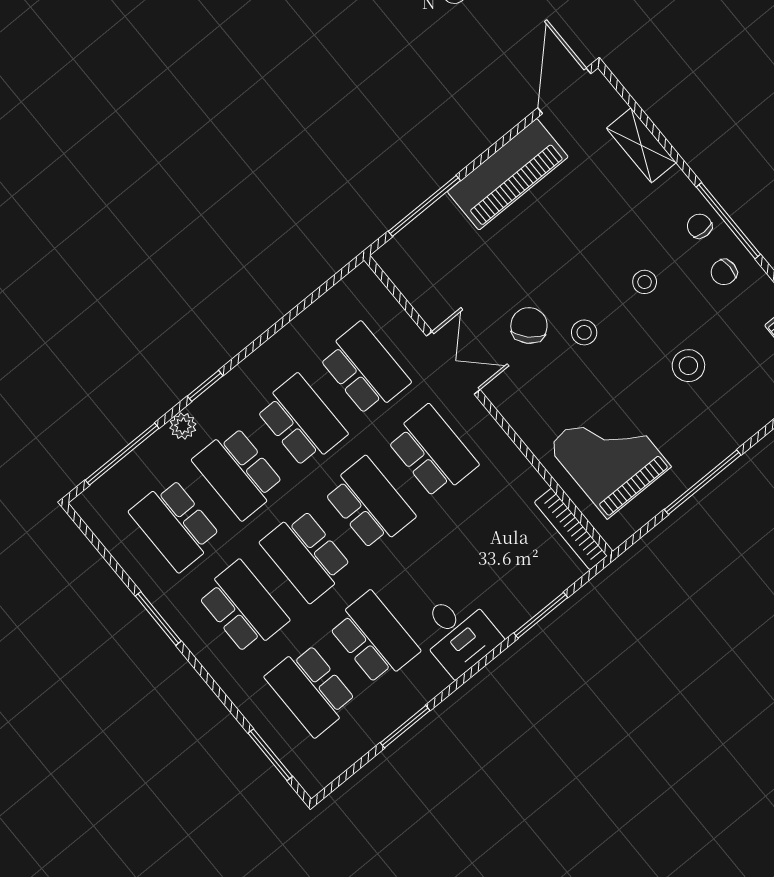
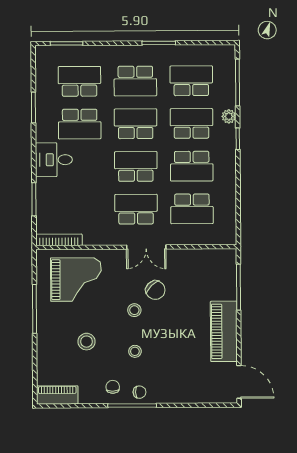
shelving: (641, 145) -> (192, 395), removed
double door: (453, 363) -> (146, 247), moved
school desk: (432, 452) -> (136, 209), turned 180
school desk: (369, 504) -> (136, 166), turned 180

